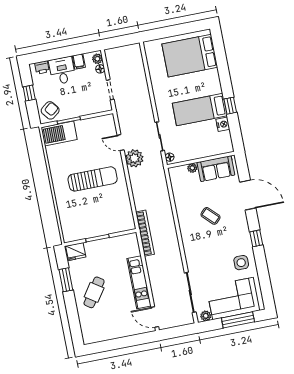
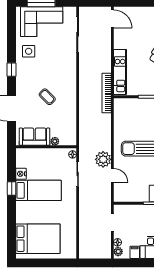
kitchen unit: (139, 282) -> (120, 72), moved
plant: (206, 316) -> (68, 11), removed

